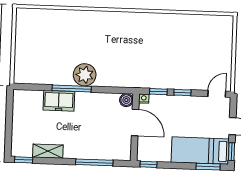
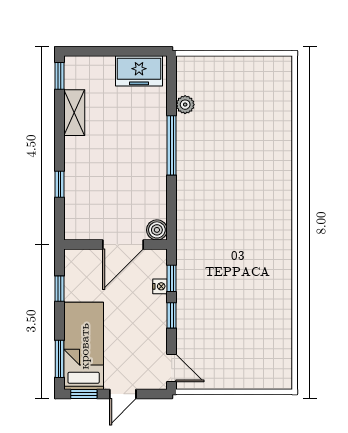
plant: (85, 75) -> (185, 105), moved, width x0.53, depth x0.53
nightstand: (144, 99) -> (160, 286), moved
freezer: (59, 101) -> (139, 71), moved, turned -90
window: (94, 162) -> (60, 184), width x0.46
window: (148, 164) -> (60, 289), moved

